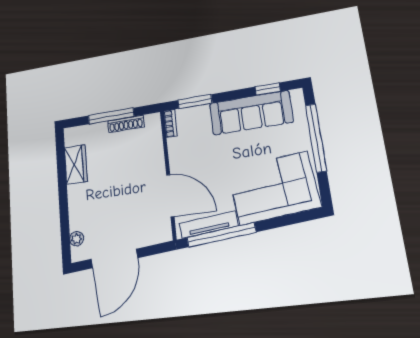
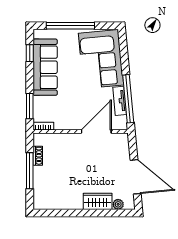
shoe rack: (126, 124) -> (38, 156), width x0.70
wardrobe: (76, 164) -> (98, 201), moved
tv unit: (209, 225) -> (120, 101), width x0.71

